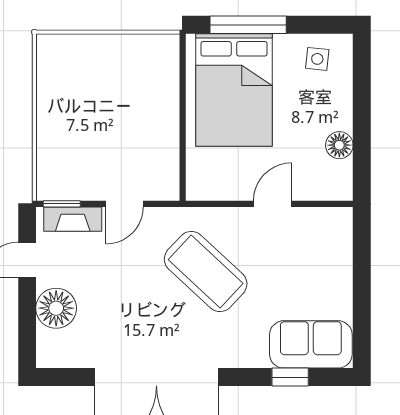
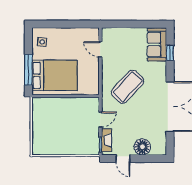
floor lamp: (339, 145) -> (77, 33), removed
door: (125, 204) -> (100, 119), hinge flipped
door: (273, 204) -> (100, 49), moved

